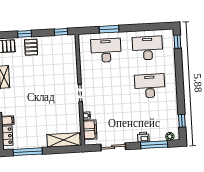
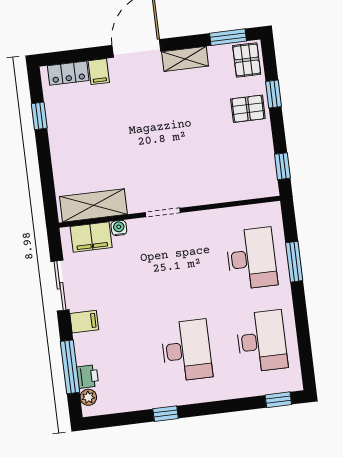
window: (182, 121) -> (166, 414), moved
filing cabinet: (132, 136) -> (84, 322), added
printer: (143, 137) -> (88, 376), moved
shelving: (63, 140) -> (93, 205), moved, turned 90
window: (28, 152) -> (39, 116), width x0.46

